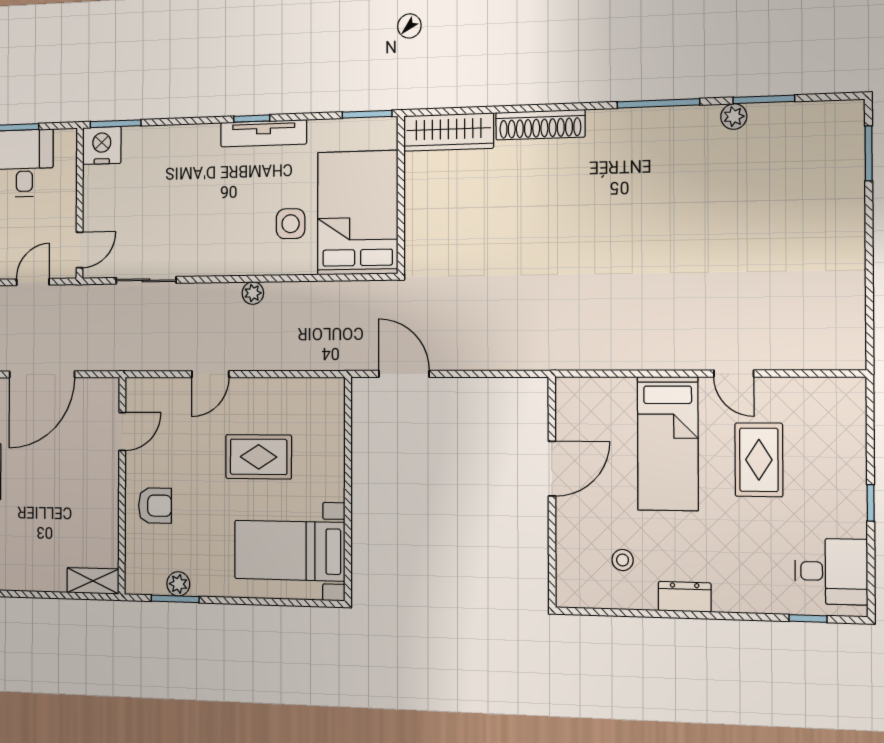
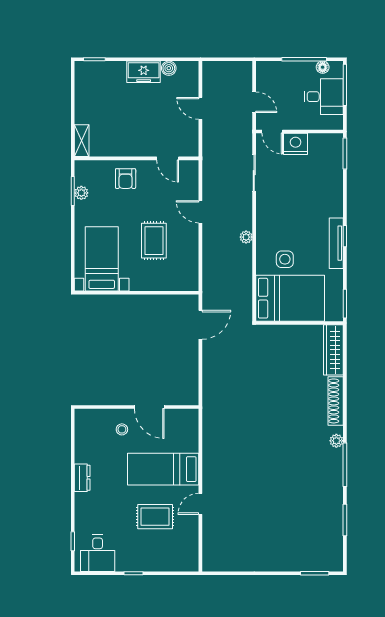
plant: (734, 117) -> (336, 441), moved
nightstand: (102, 146) -> (296, 144), moved, turned -90
door: (42, 374) -> (200, 108), width x0.53
stool: (623, 560) -> (122, 429), moved

